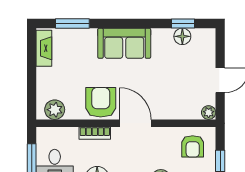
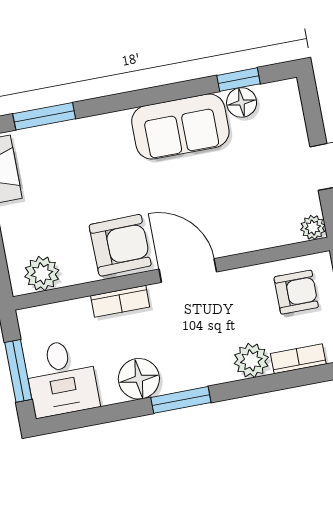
sofa: (124, 43) -> (180, 127), moved
armchair: (101, 102) -> (120, 245), turned 89
armchair: (193, 146) -> (296, 292), turned -90

